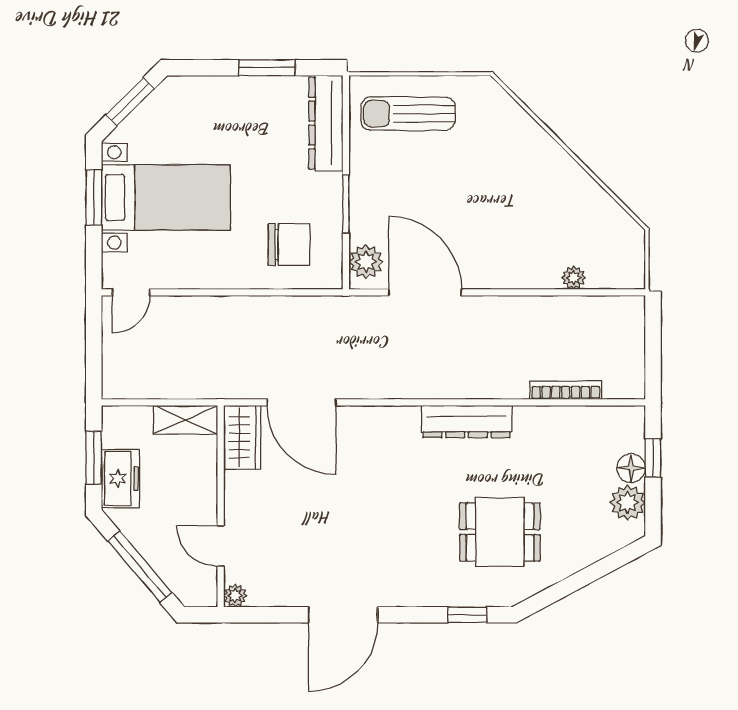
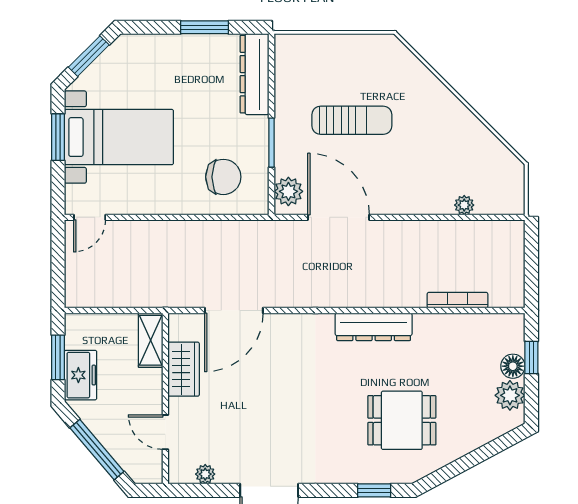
sun lounger: (408, 114) -> (352, 120), moved, turned 180
door: (301, 402) -> (234, 311), hinge flipped
shelving: (185, 420) -> (151, 340), moved, turned 90
wardrobe: (242, 437) -> (184, 369), moved
plant: (235, 596) -> (205, 474), moved

